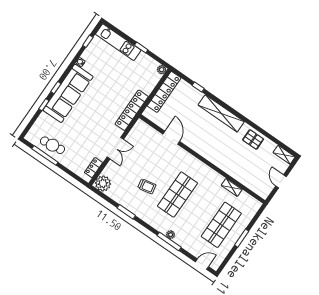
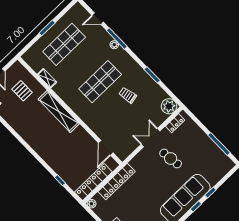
locker: (132, 110) -> (117, 181), moved
shelving: (221, 113) -> (59, 111), moved
door: (171, 138) -> (106, 148), moved
pallet: (253, 140) -> (22, 91), moved
cafe table: (52, 145) -> (171, 158), moved
door: (202, 264) -> (98, 19), moved

